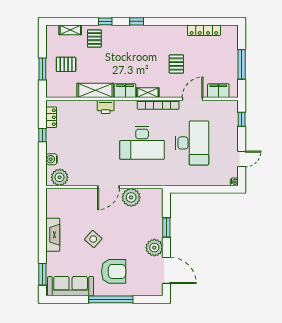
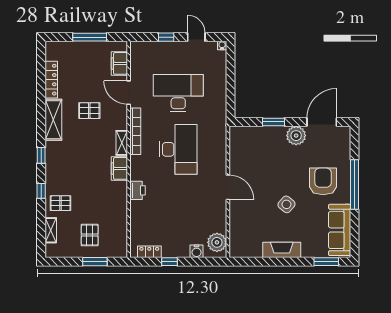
shelving: (95, 90) -> (53, 120), moved
window: (242, 119) -> (166, 37), moved
plant: (131, 197) -> (240, 162), removed

